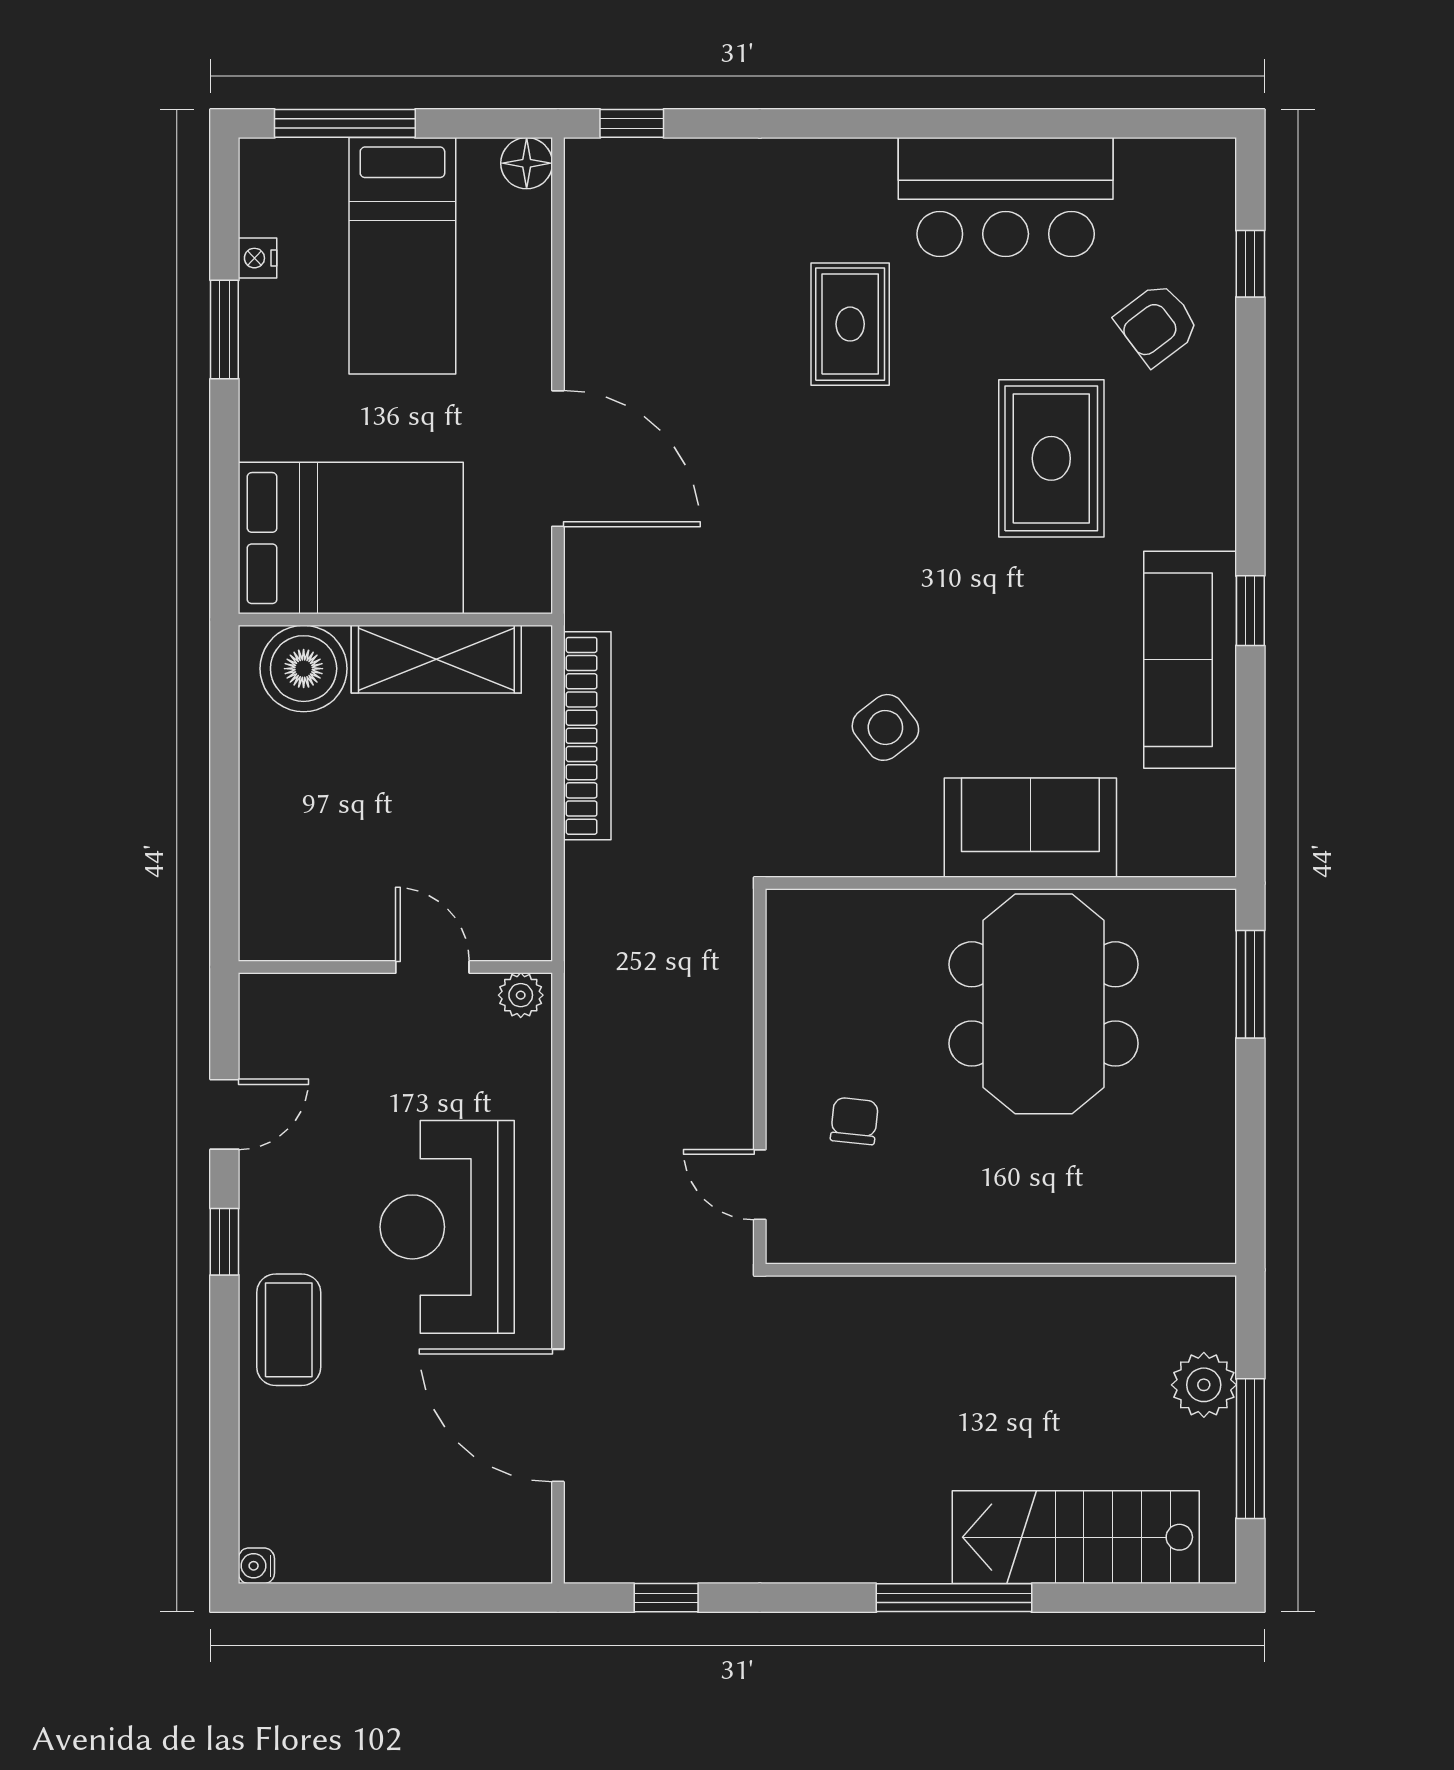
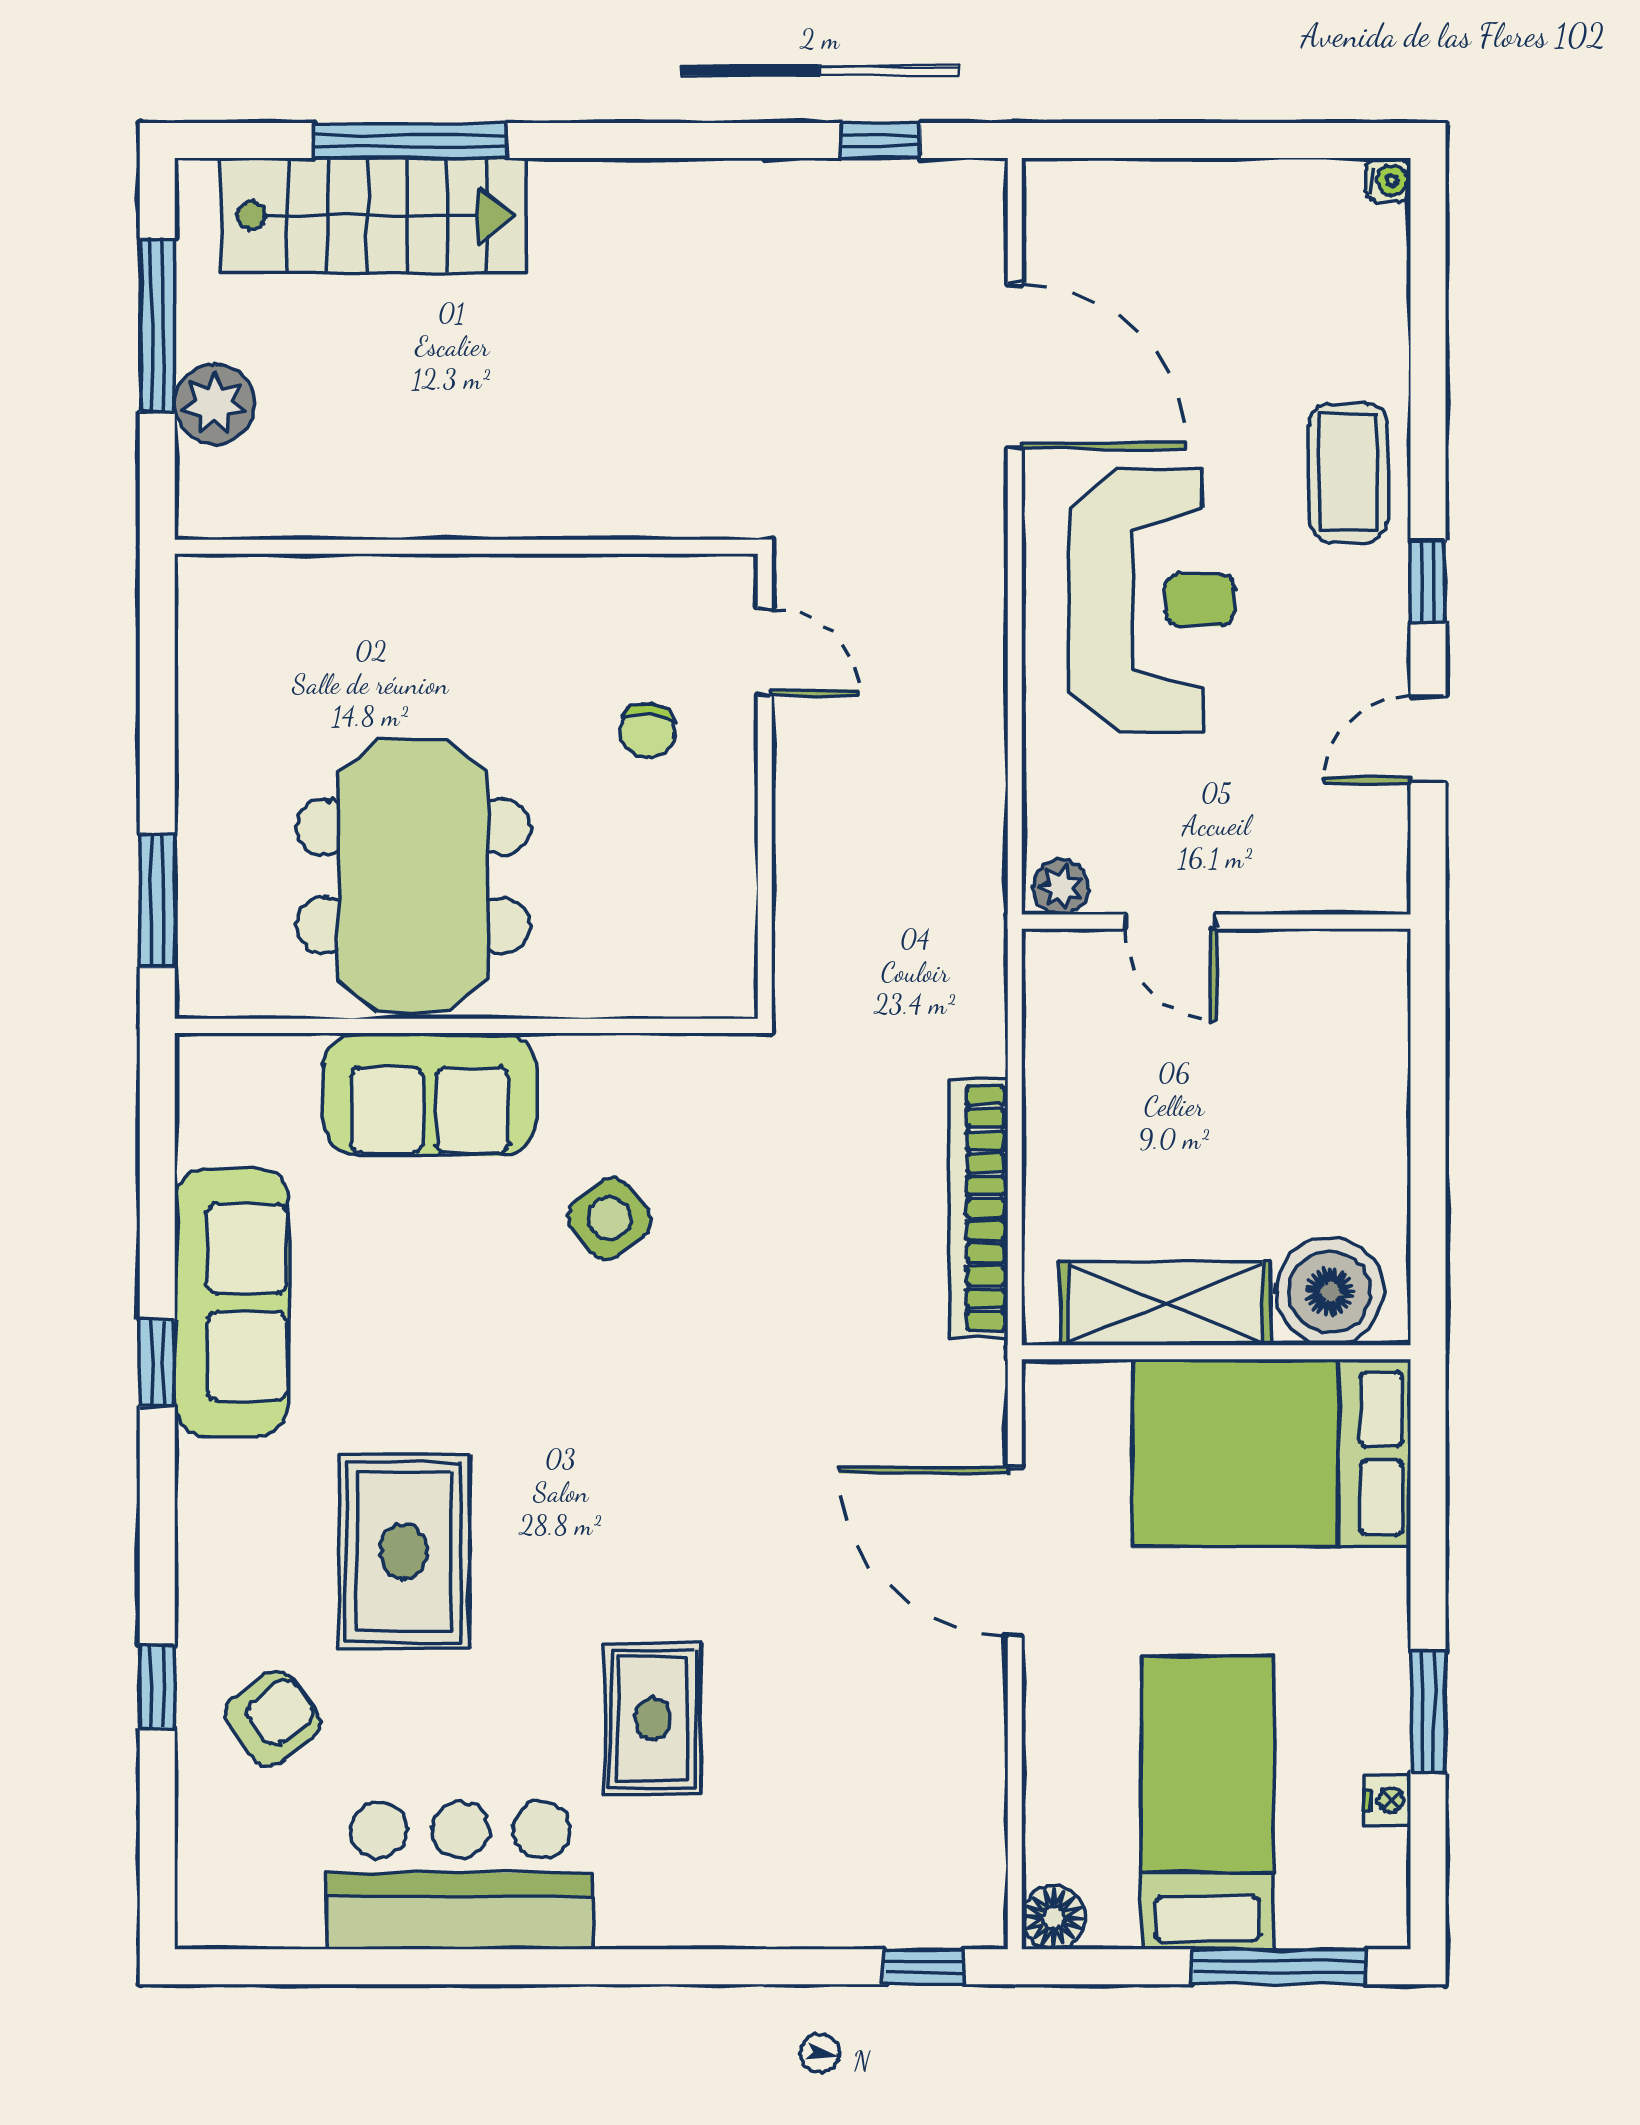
window: (1250, 264) -> (157, 1687), moved
window: (954, 1598) -> (410, 140), moved

